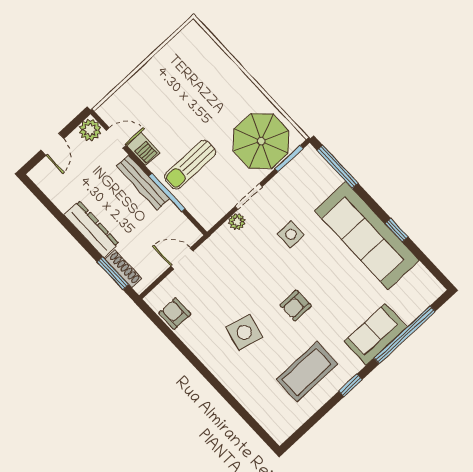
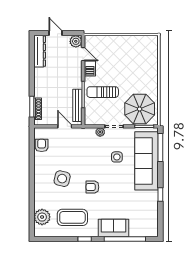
door: (52, 144) -> (56, 33), swing flipped
bench: (143, 183) -> (77, 105), moved
dresser: (91, 229) -> (40, 51), moved
sofa: (367, 235) -> (147, 161), moved
plant: (265, 409) -> (42, 217), added

